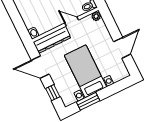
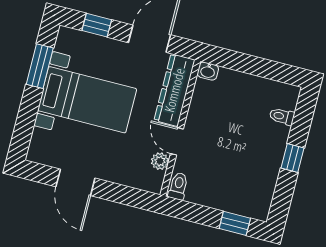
plant: (96, 16) -> (160, 161), moved
door: (72, 22) -> (177, 141), swing flipped

